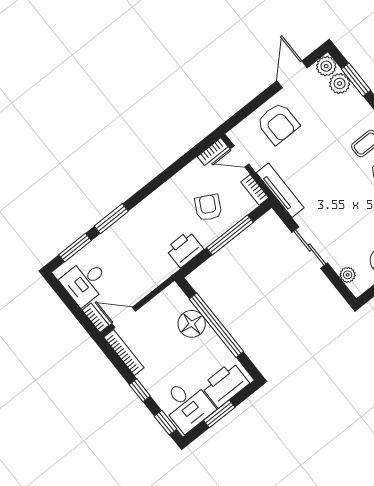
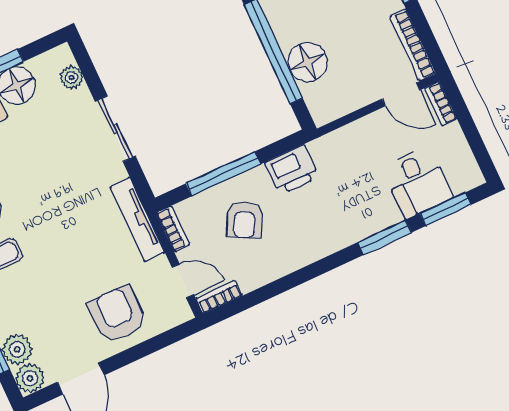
desk: (85, 282) -> (418, 182), moved, turned 90

